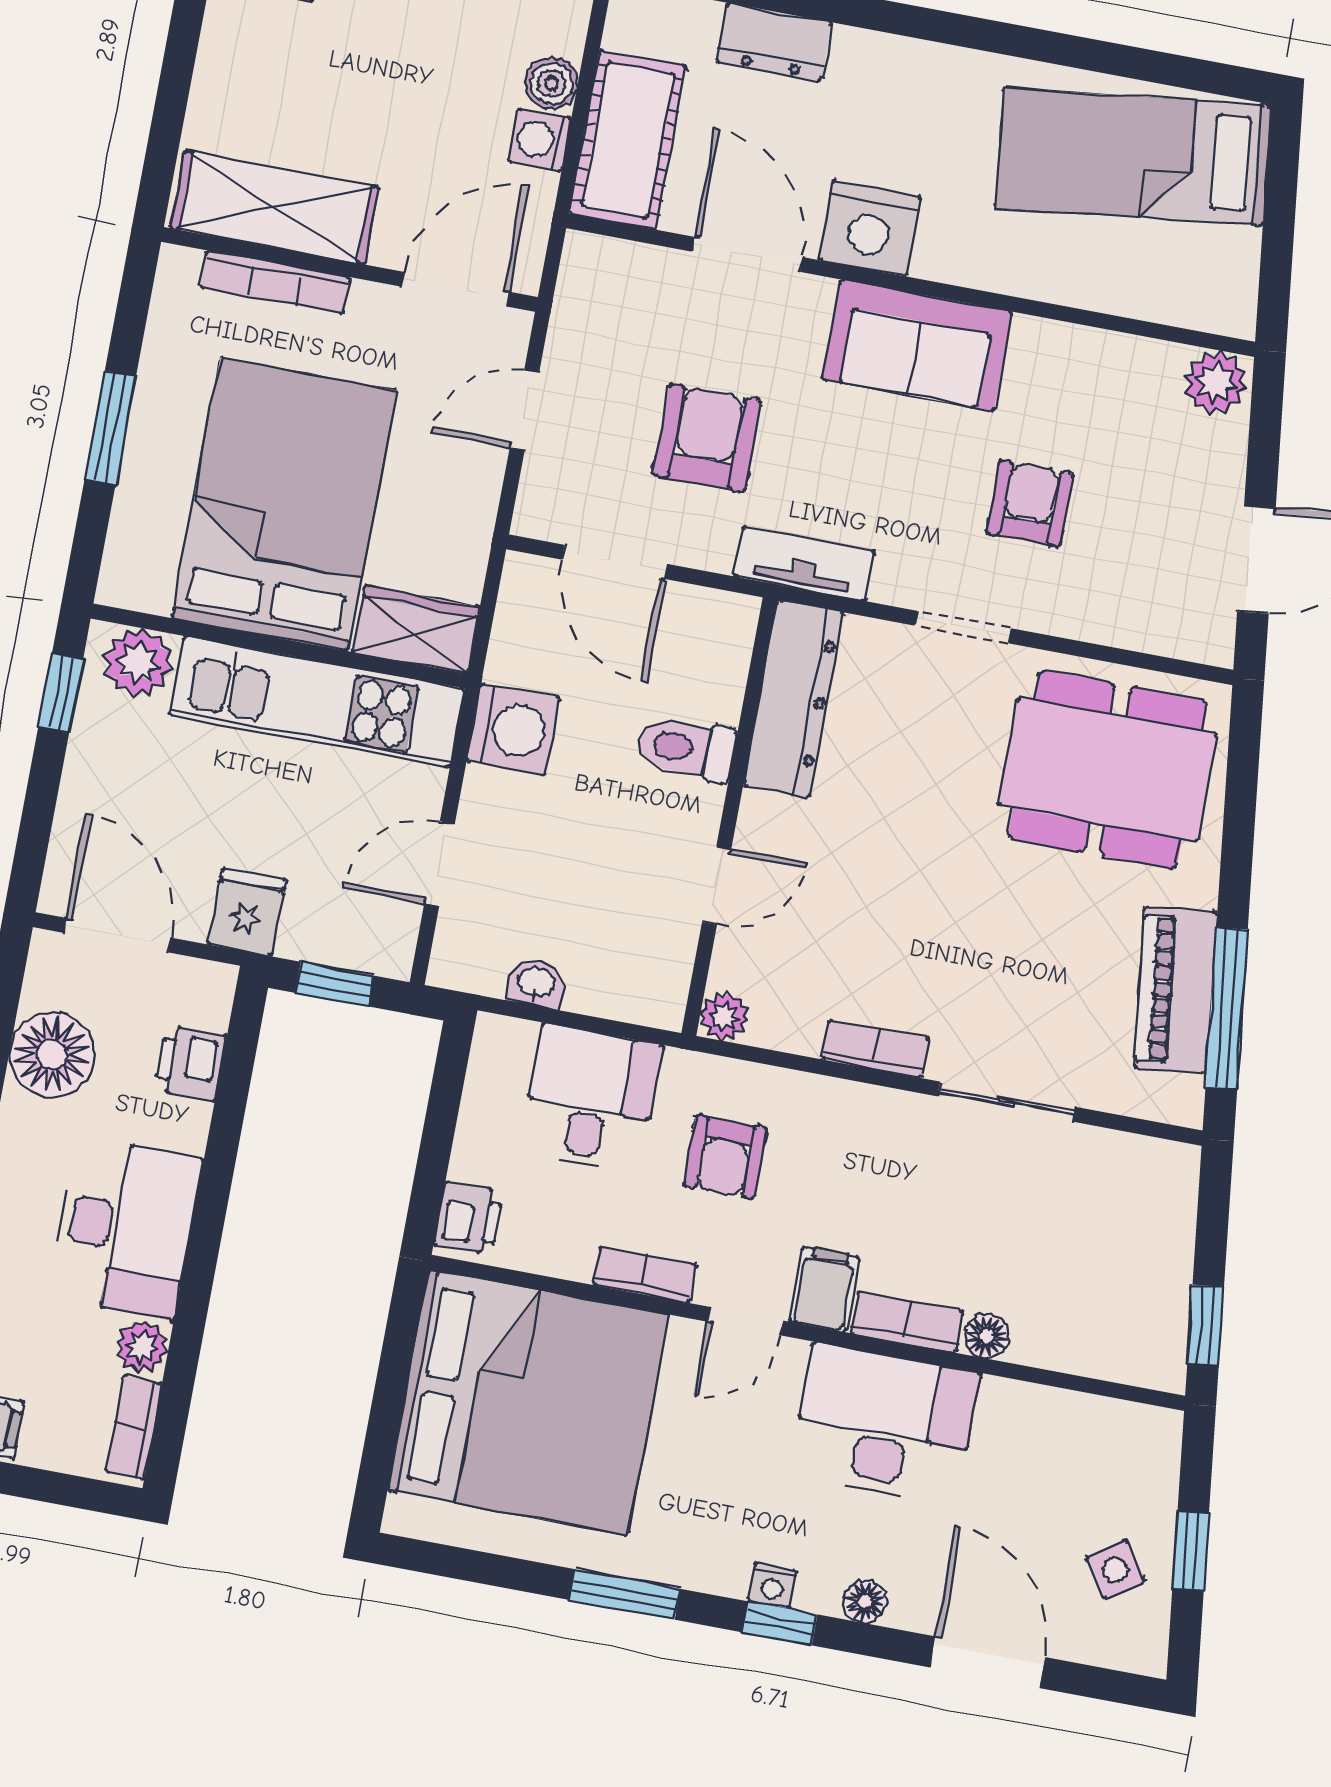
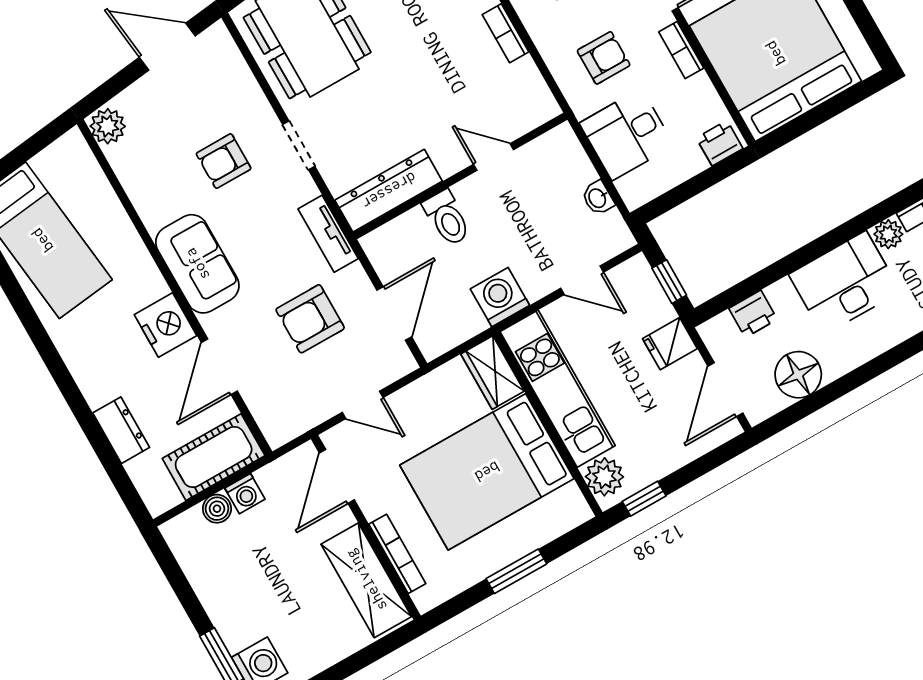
door: (455, 289) -> (337, 476), hinge flipped
plant: (724, 1017) -> (545, 108), removed

